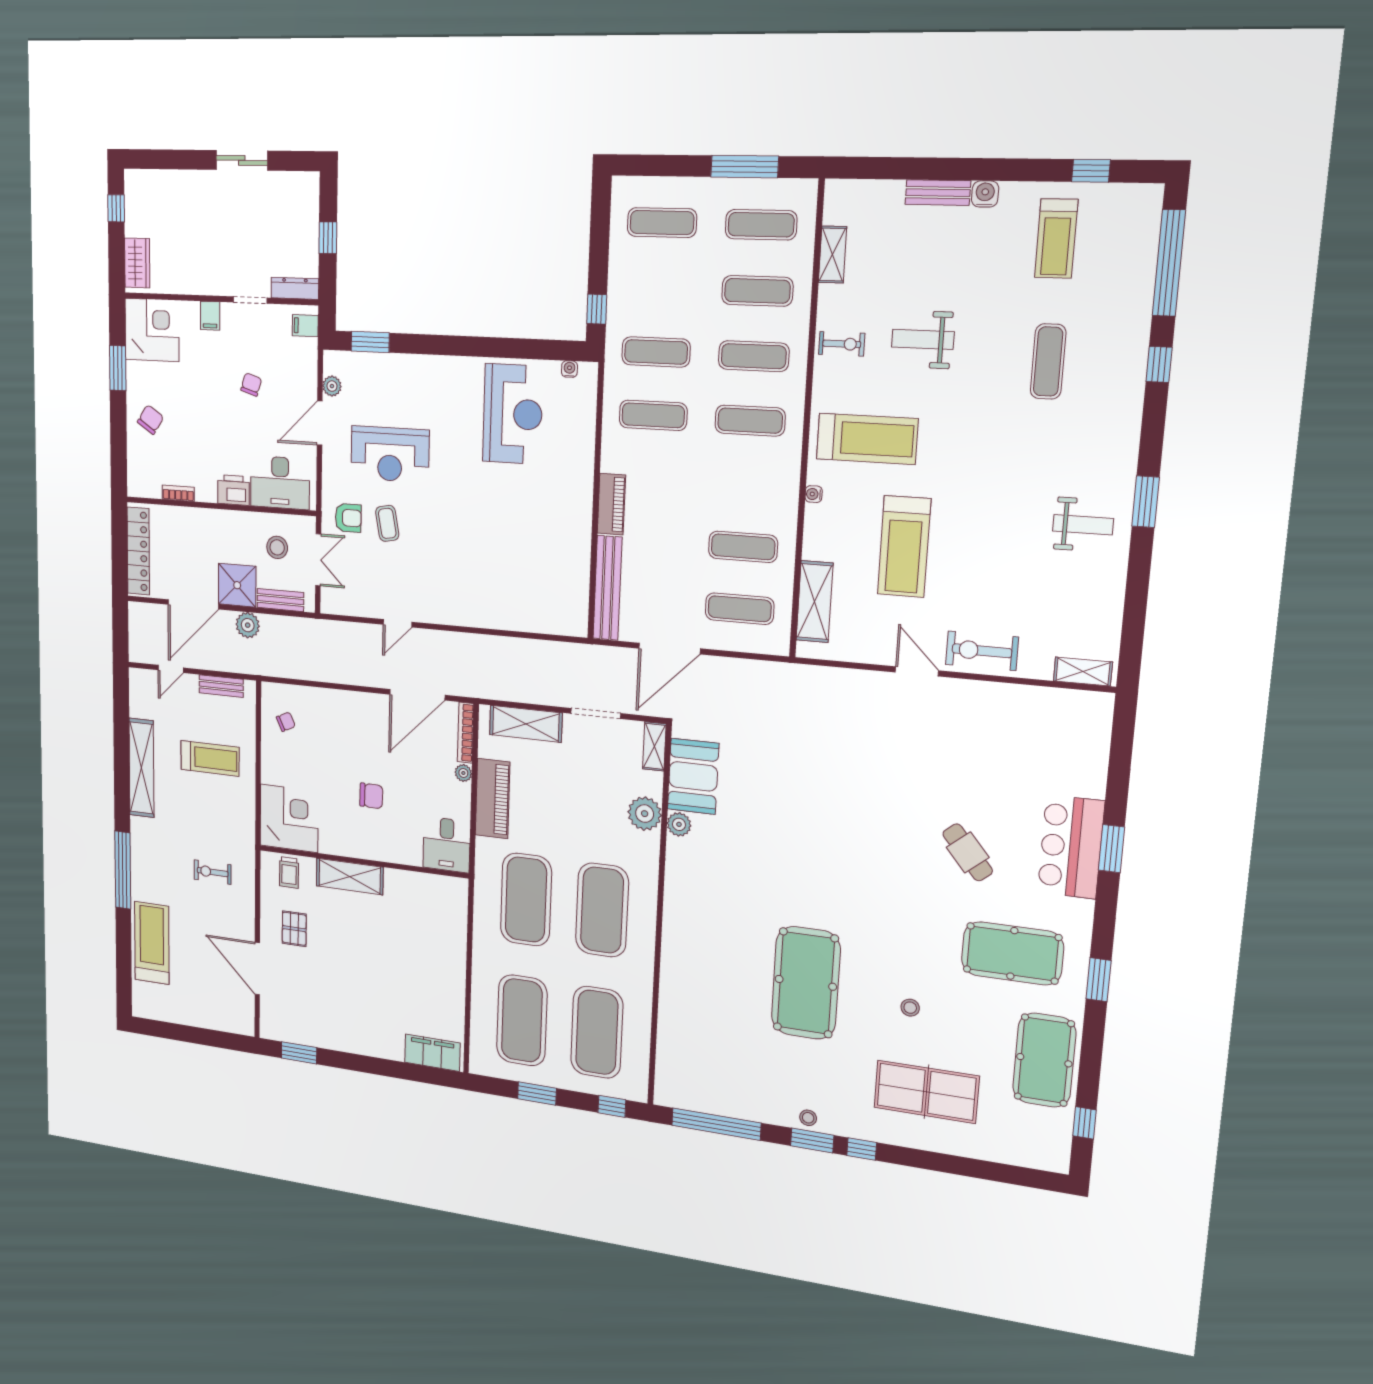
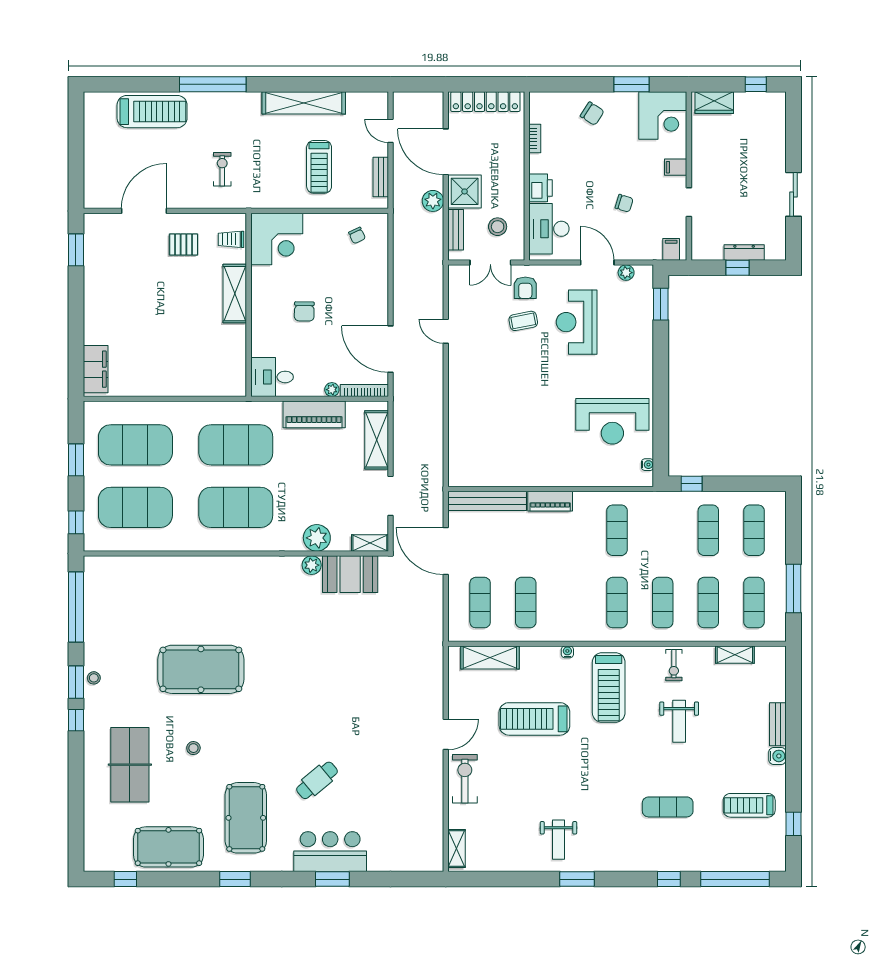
dresser: (295, 288) -> (744, 252), moved, turned -90
weight bench: (923, 339) -> (679, 721), turned 180
exercise mat: (656, 352) -> (708, 530), moved

